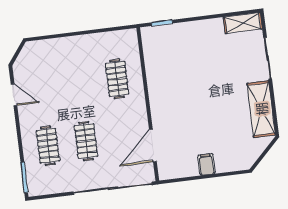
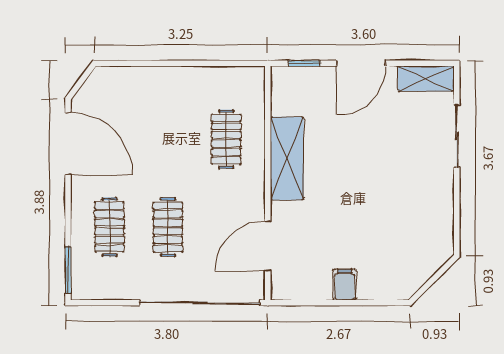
door: (199, 18) -> (361, 63), added
door: (14, 95) -> (68, 144), width x1.88
shelving: (261, 109) -> (287, 158), moved

